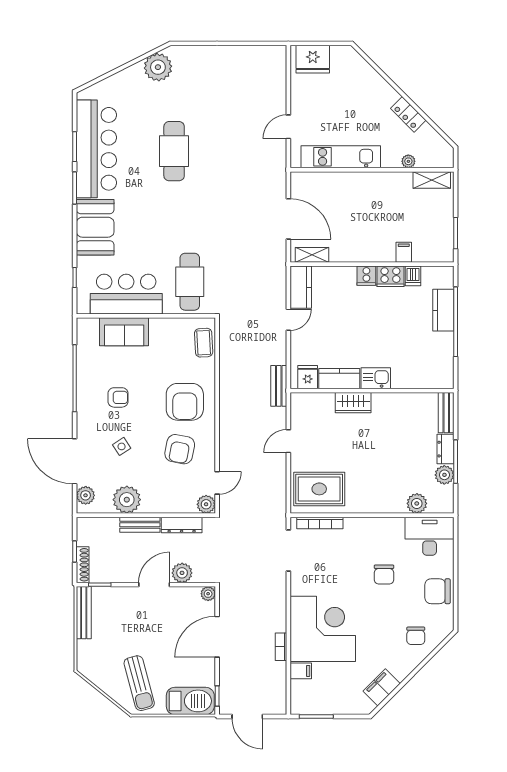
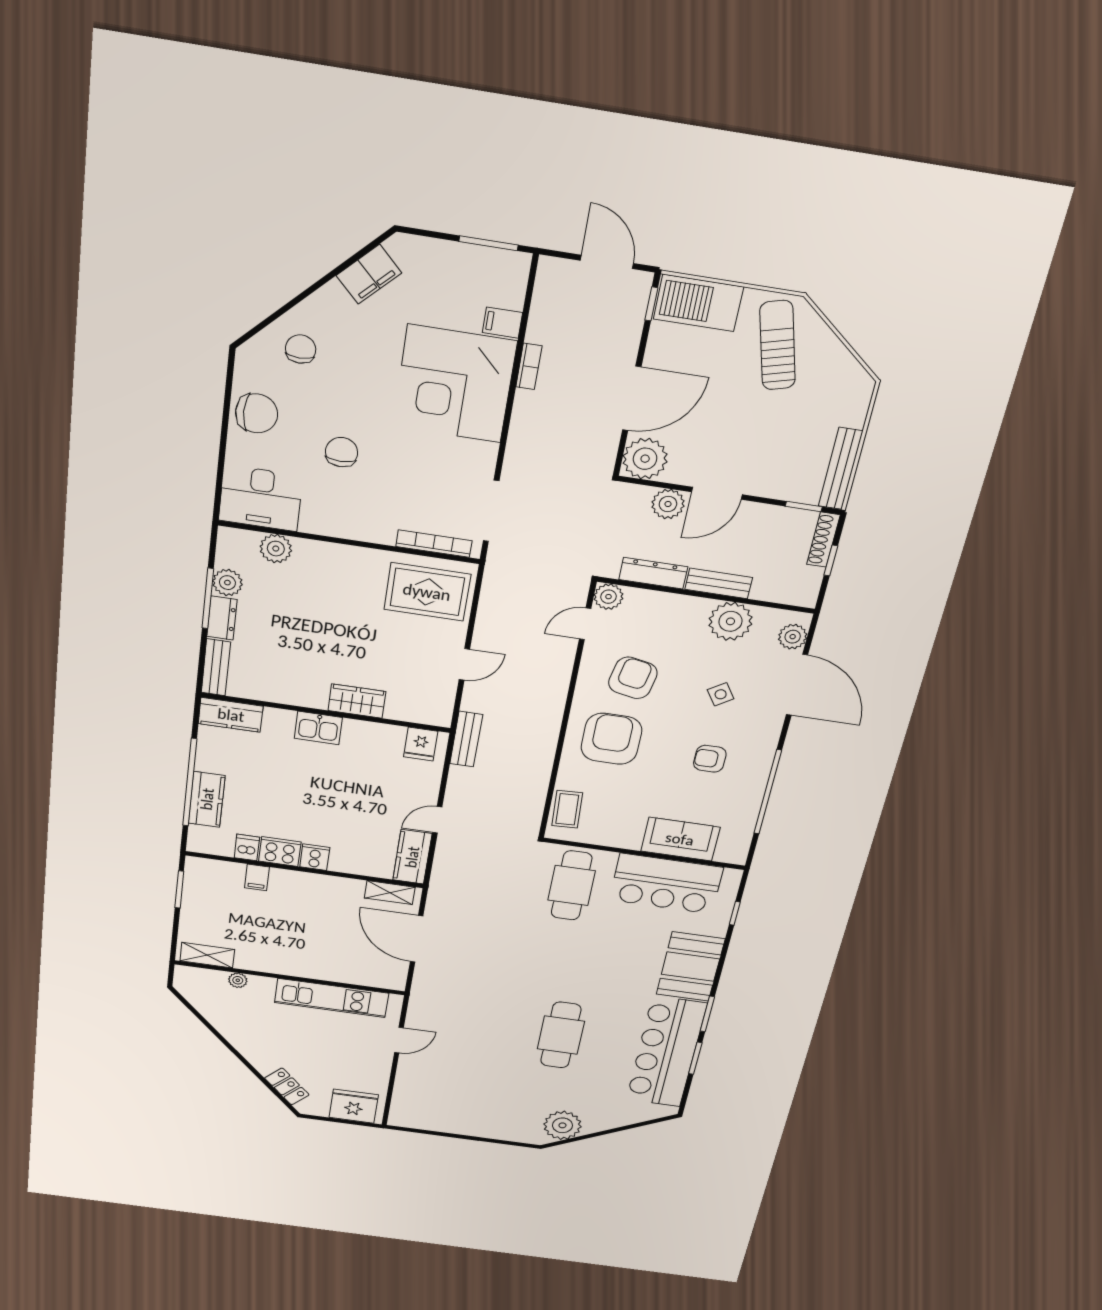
locker: (408, 114) -> (287, 1086), moved
kitchen counter: (339, 379) -> (231, 715), moved
plant: (208, 594) -> (645, 459), width x1.87, depth x1.87

